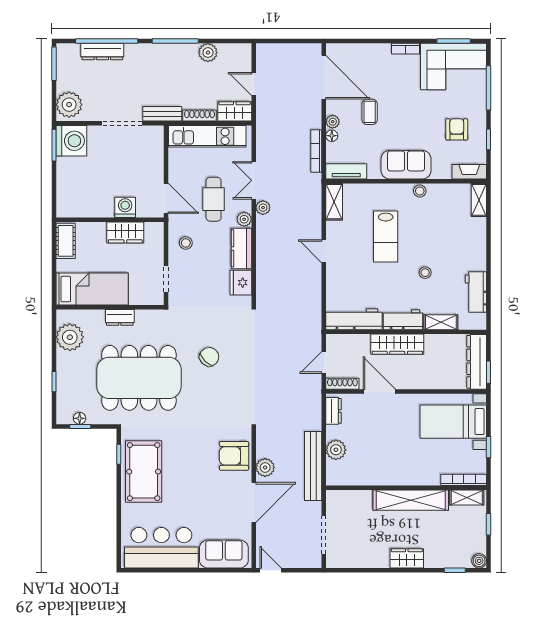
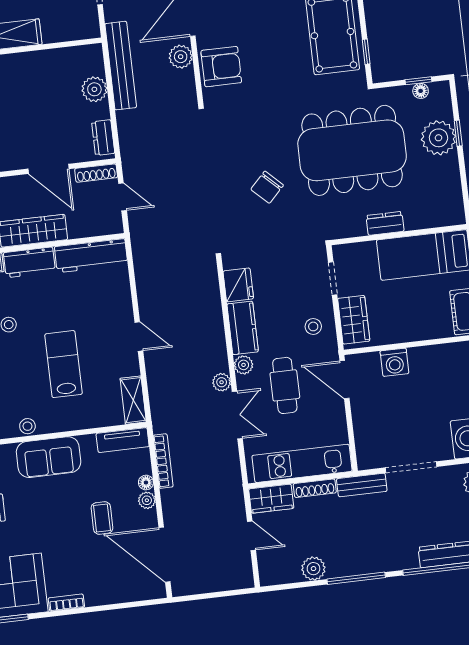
wardrobe: (125, 232) -> (354, 320), moved, turned 90
plant: (70, 337) -> (438, 138), moved
door: (324, 363) -> (123, 197), hinge flipped

